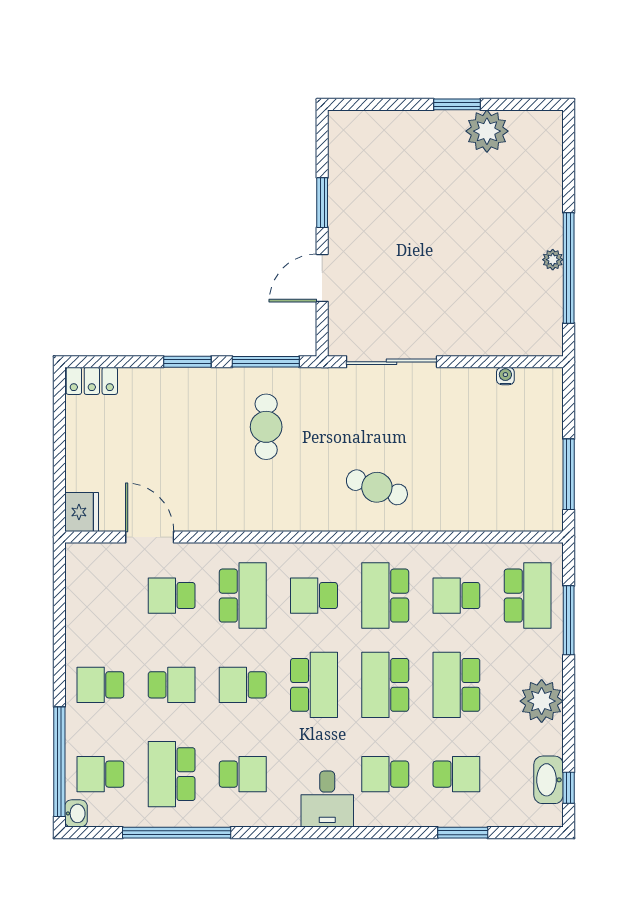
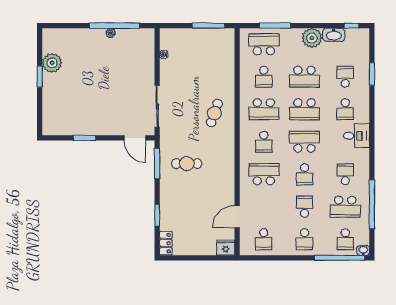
door: (322, 278) -> (135, 138), moved
window: (187, 362) -> (157, 215), moved
school desk: (172, 596) -> (264, 239), moved
washbasin: (549, 780) -> (334, 35), moved

